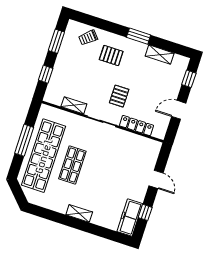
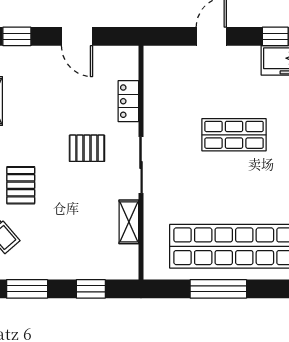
locker: (136, 125) -> (128, 101), width x0.66
shop shelf: (72, 165) -> (234, 135), moved

